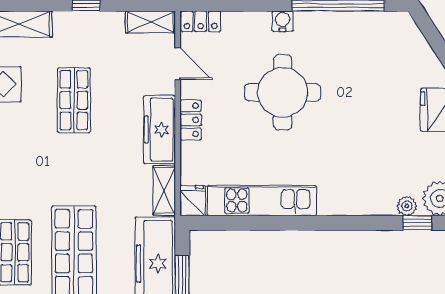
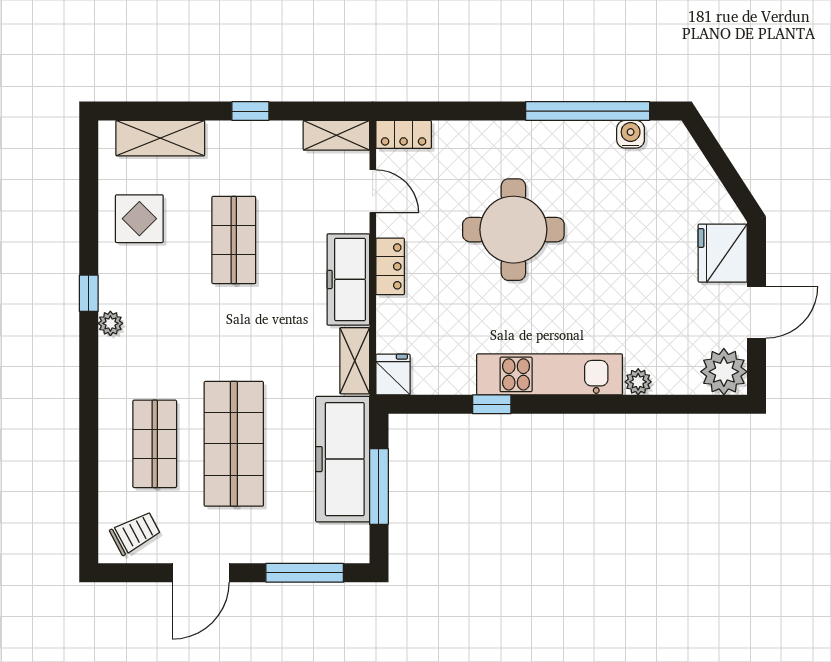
water cooler: (283, 21) -> (631, 134), moved
kitchen unit: (262, 200) -> (550, 374), moved
plant: (407, 206) -> (638, 382), moved
window: (417, 223) -> (492, 404), moved

